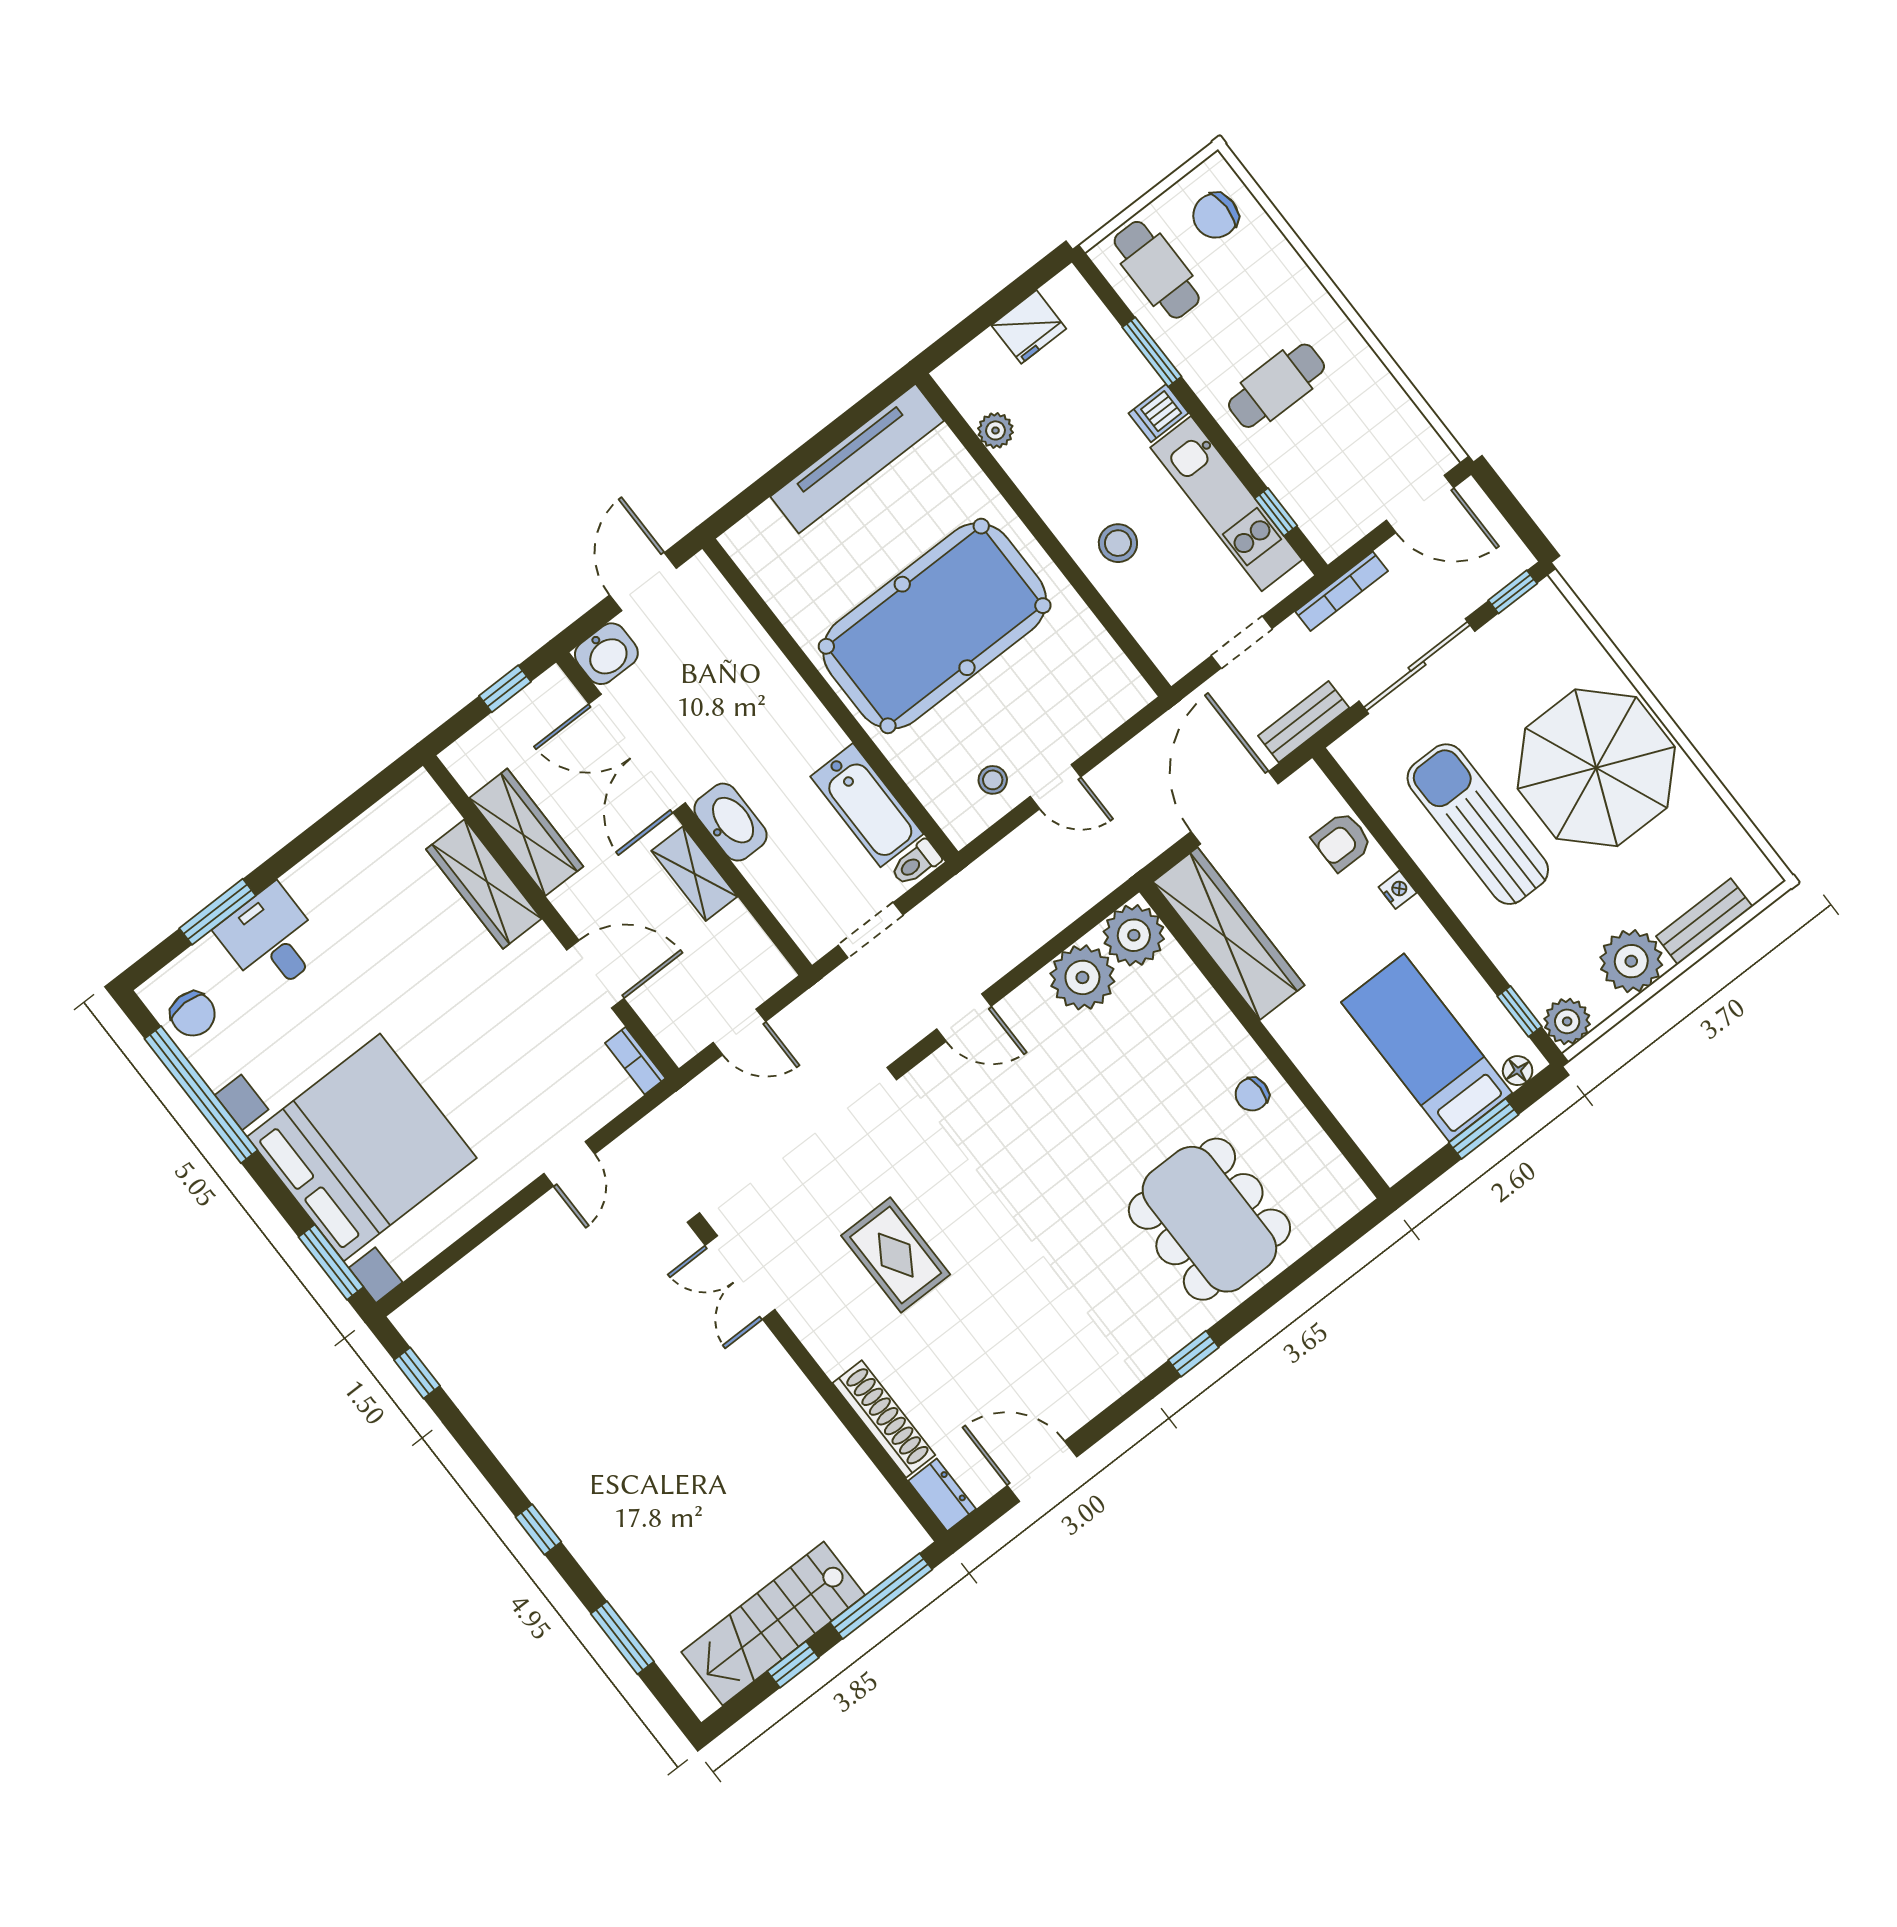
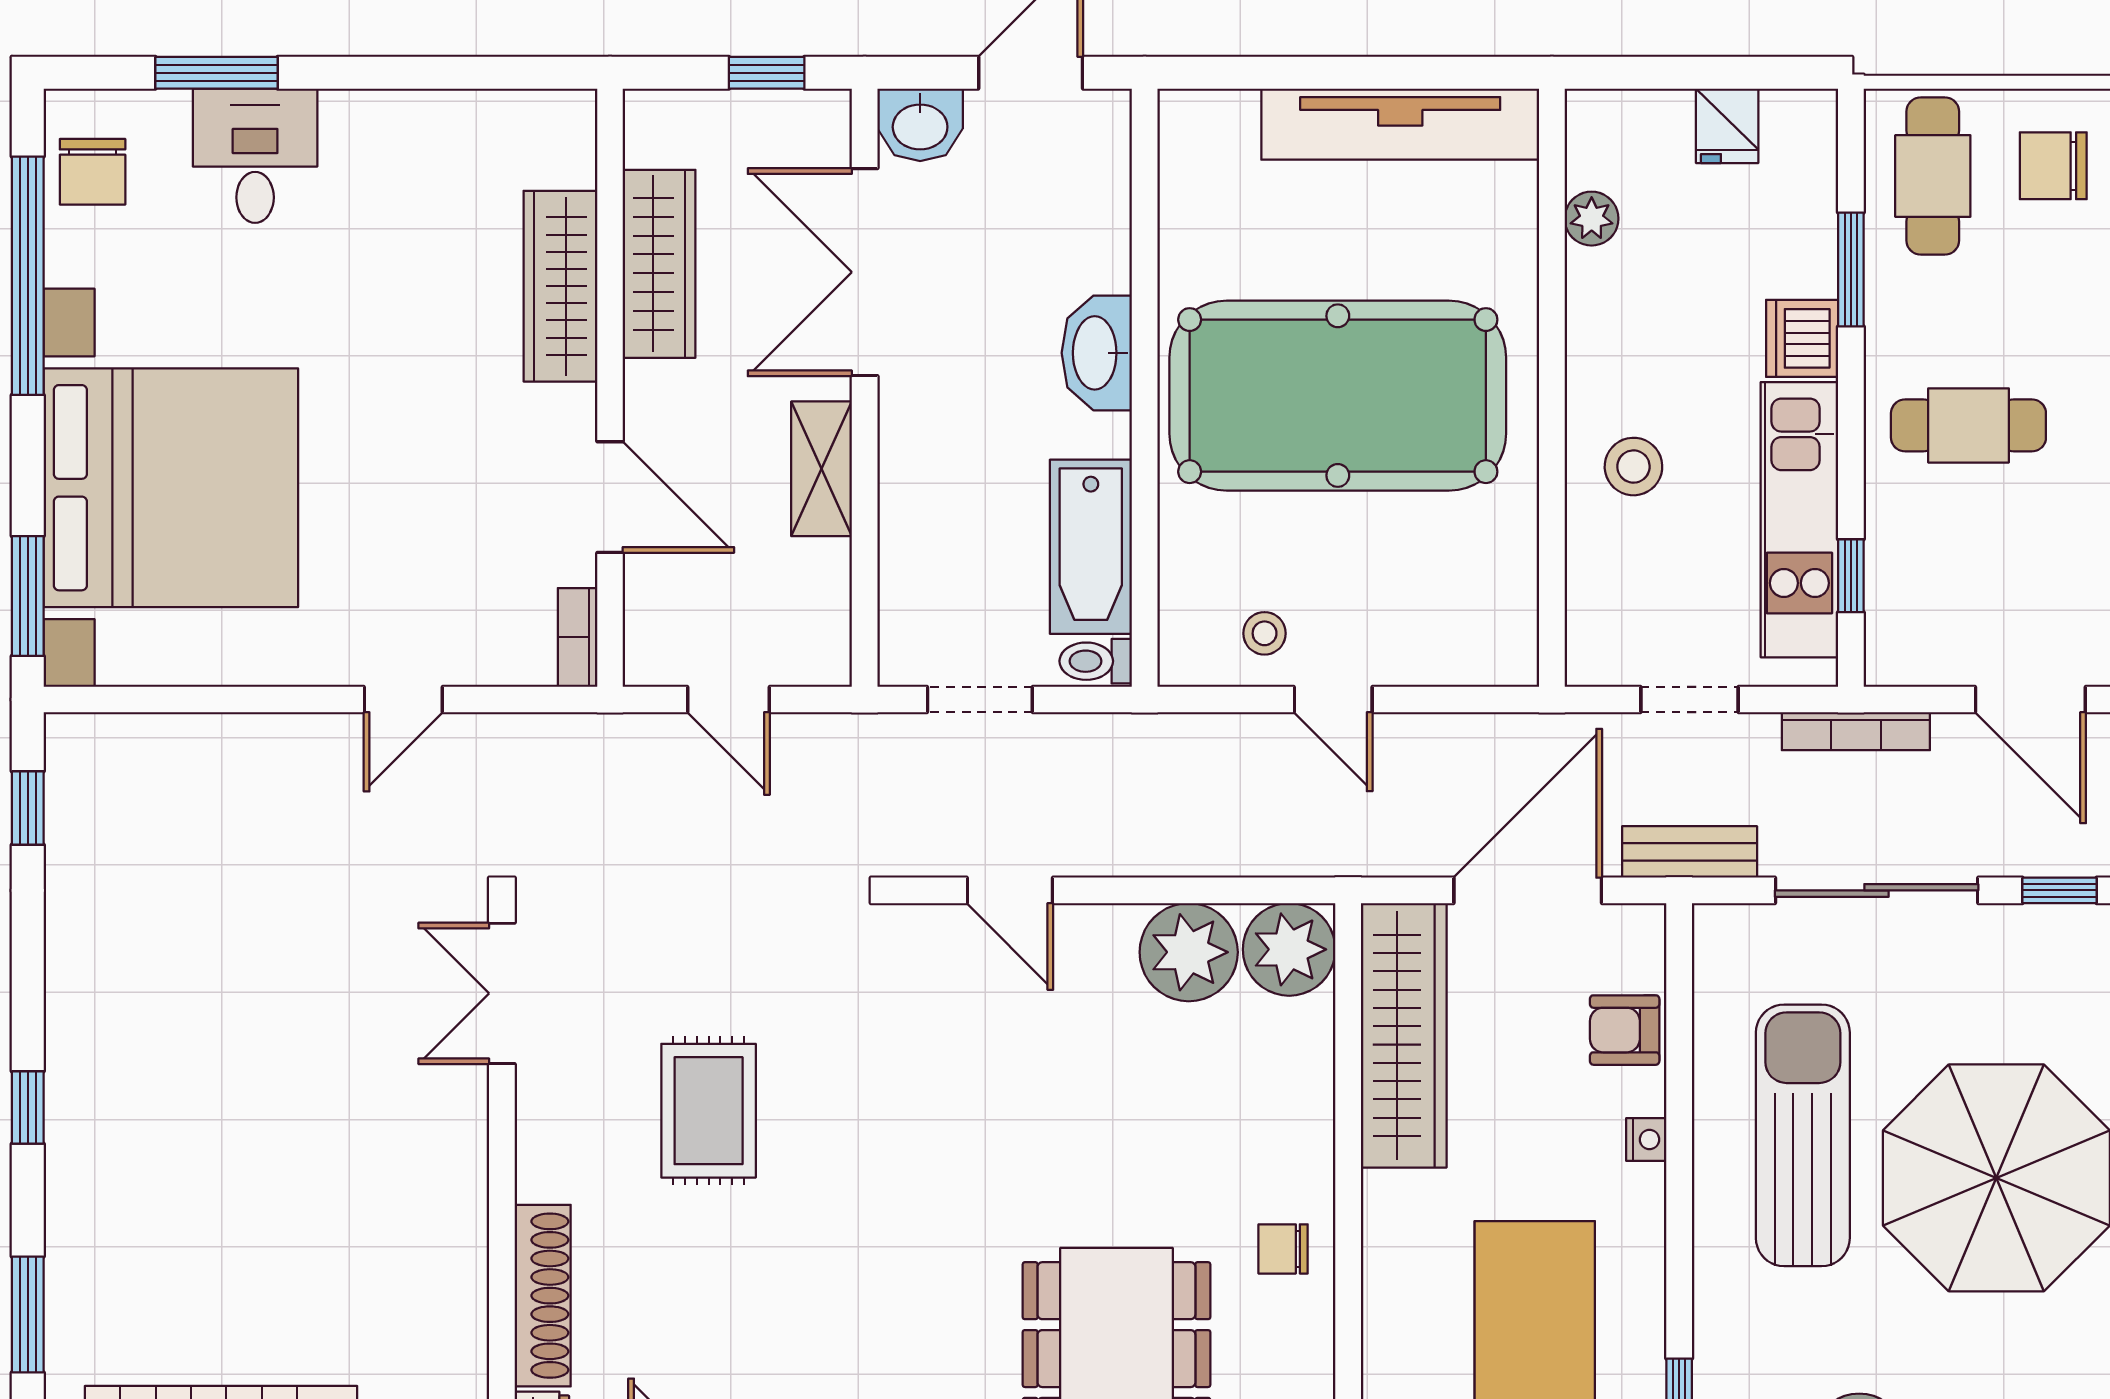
fridge: (1029, 327) -> (1727, 126), width x0.72
dishwasher: (1159, 413) -> (1802, 338), width x1.38
washbasin: (731, 822) -> (1097, 353), moved, turned 180

